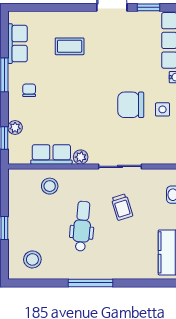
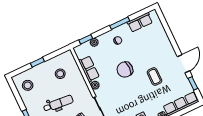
coffee table: (70, 46) -> (154, 77), moved
chair: (131, 105) -> (125, 70), moved, turned -90
stool: (50, 186) -> (60, 74), moved

